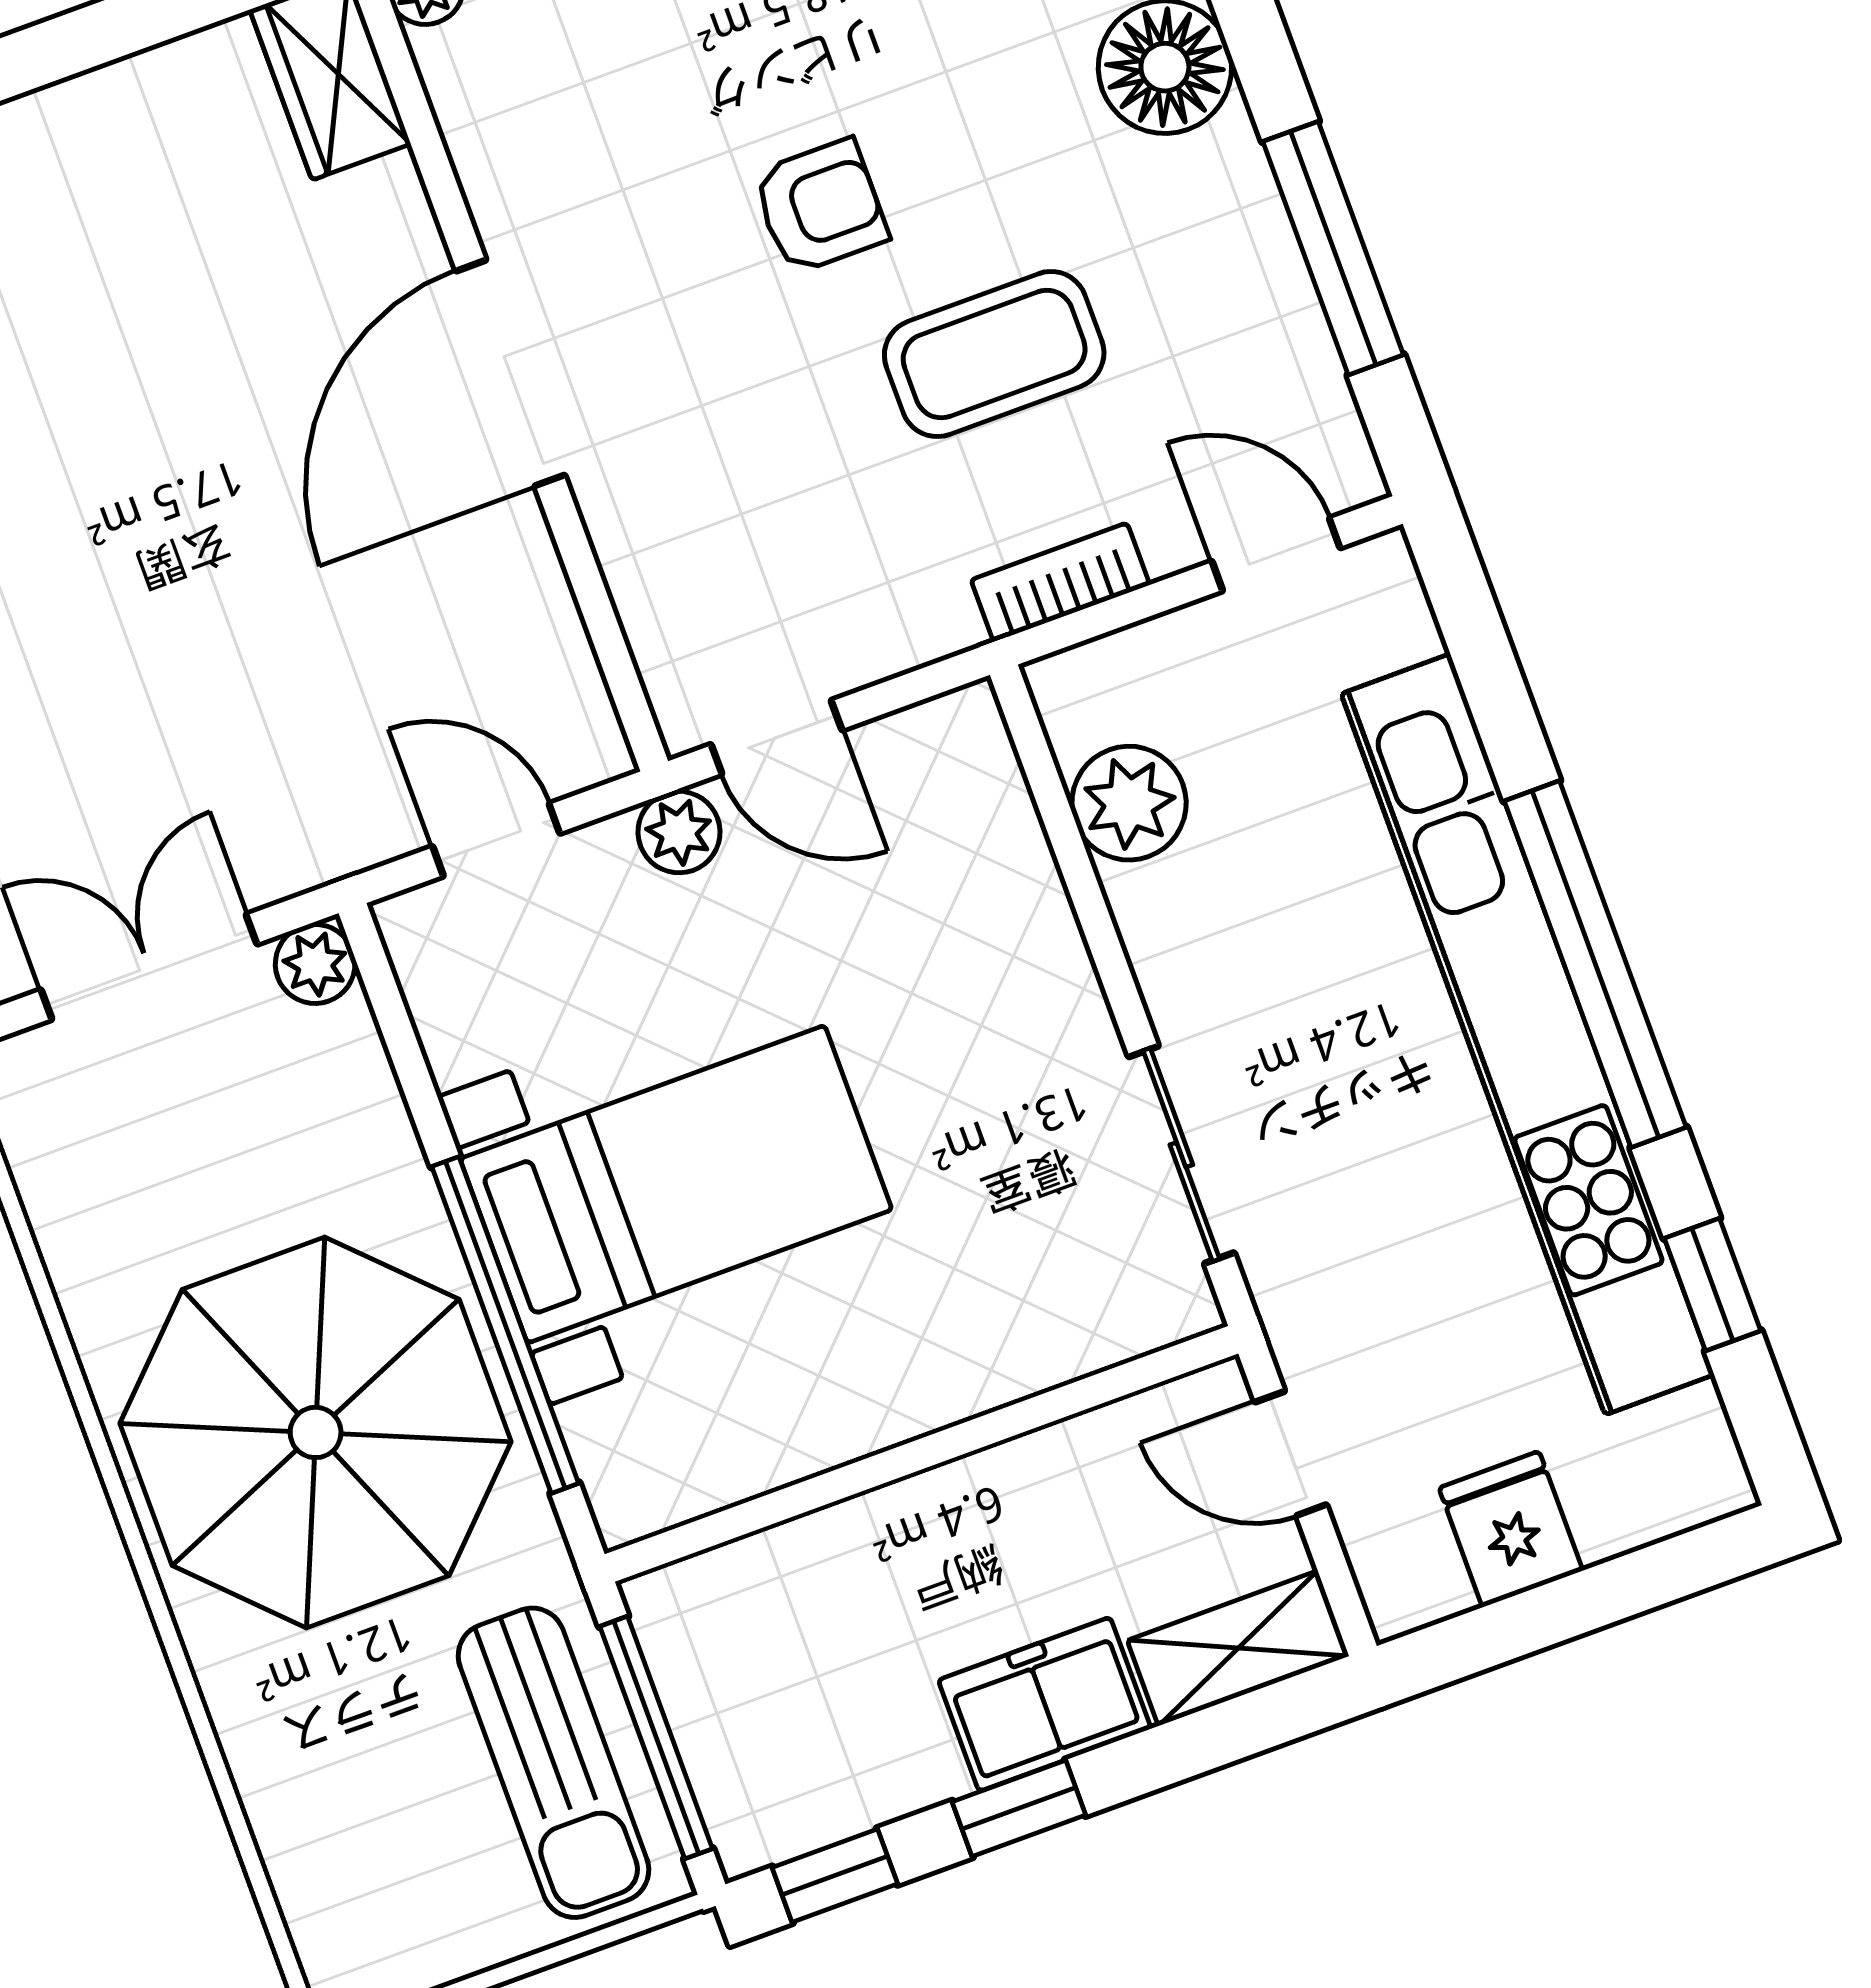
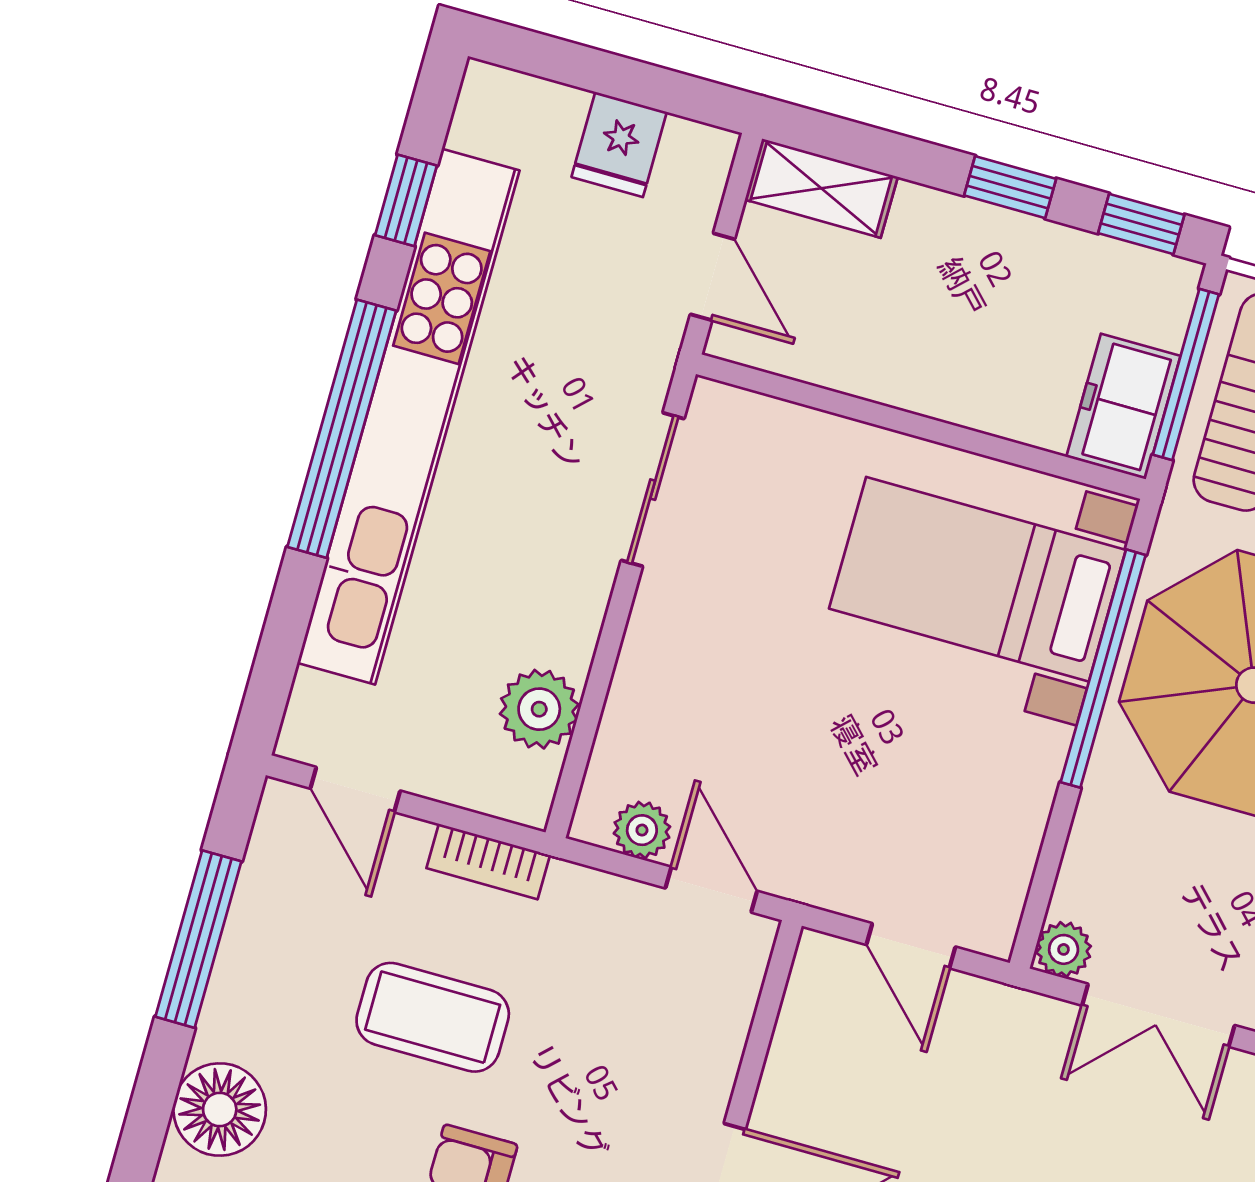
plant: (679, 832) -> (642, 830), moved
bed with nightstands: (676, 1184) -> (977, 579), moved
freezer: (1045, 1704) -> (1123, 406), moved, turned 90

